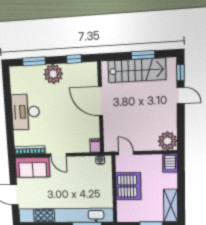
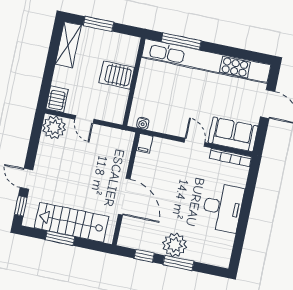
window: (34, 61) -> (178, 263), moved
door: (126, 153) -> (84, 119), moved
server rack: (128, 186) -> (117, 75), width x0.62

